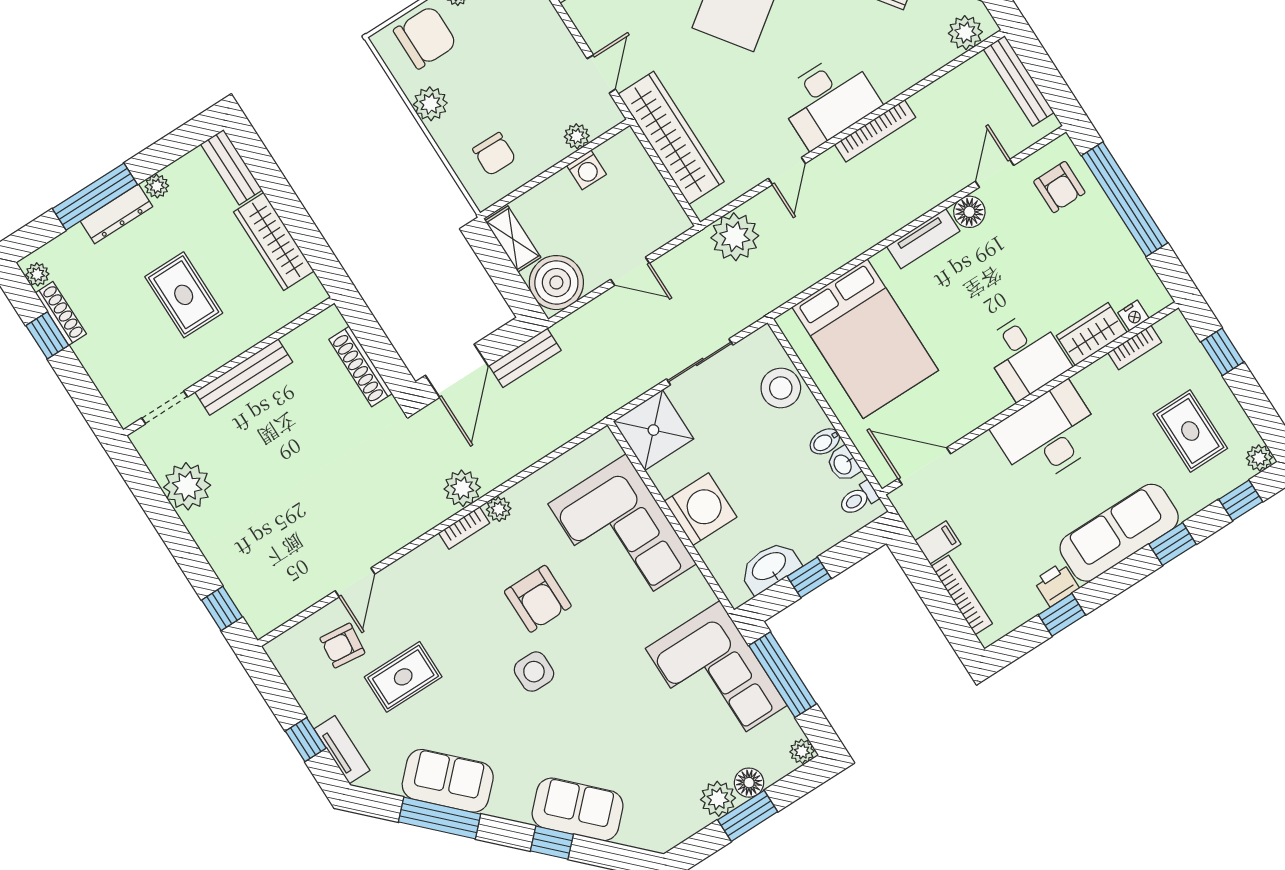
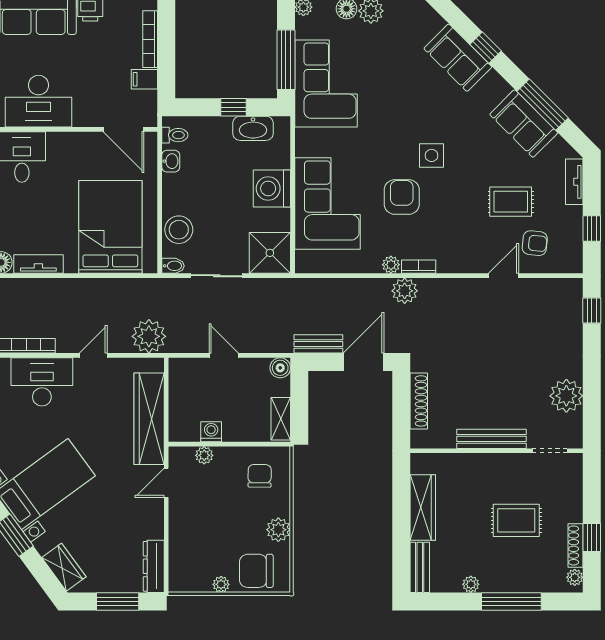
dresser: (116, 214) -> (505, 583), removed
boiler: (556, 283) -> (280, 368), width x0.54, depth x0.54
rug: (184, 295) -> (516, 520), moved, turned 90
bidet: (825, 441) -> (173, 266), moved
window: (306, 740) -> (592, 229), moved

